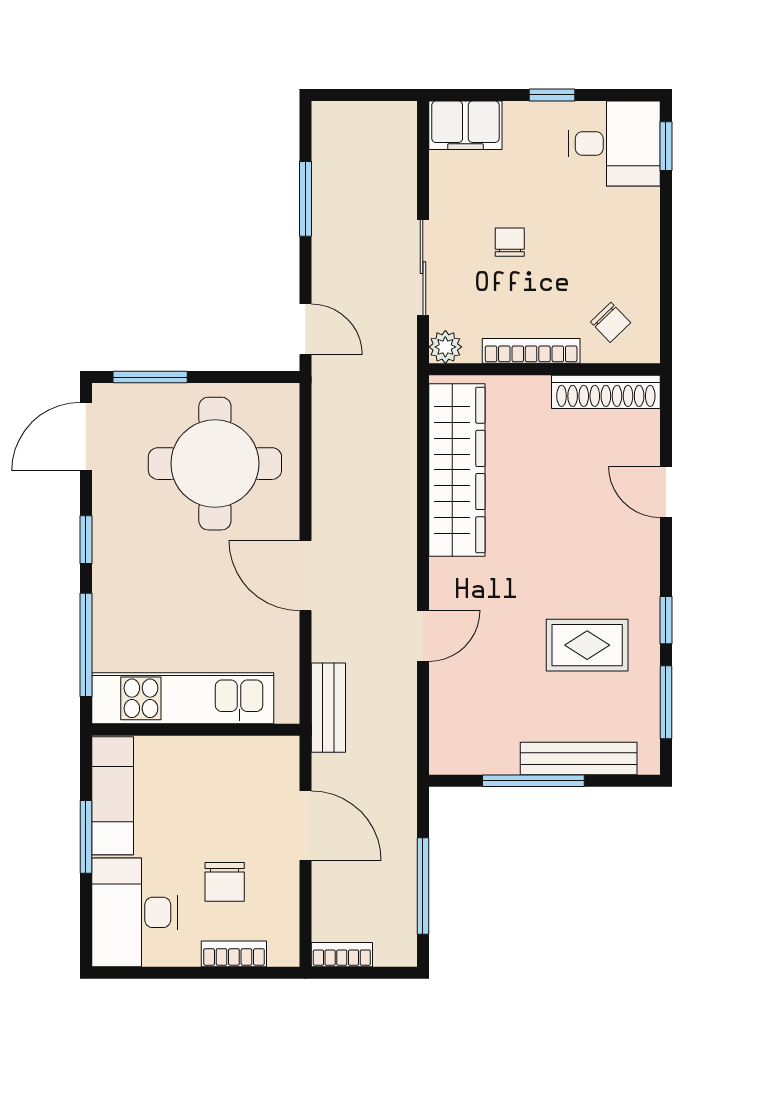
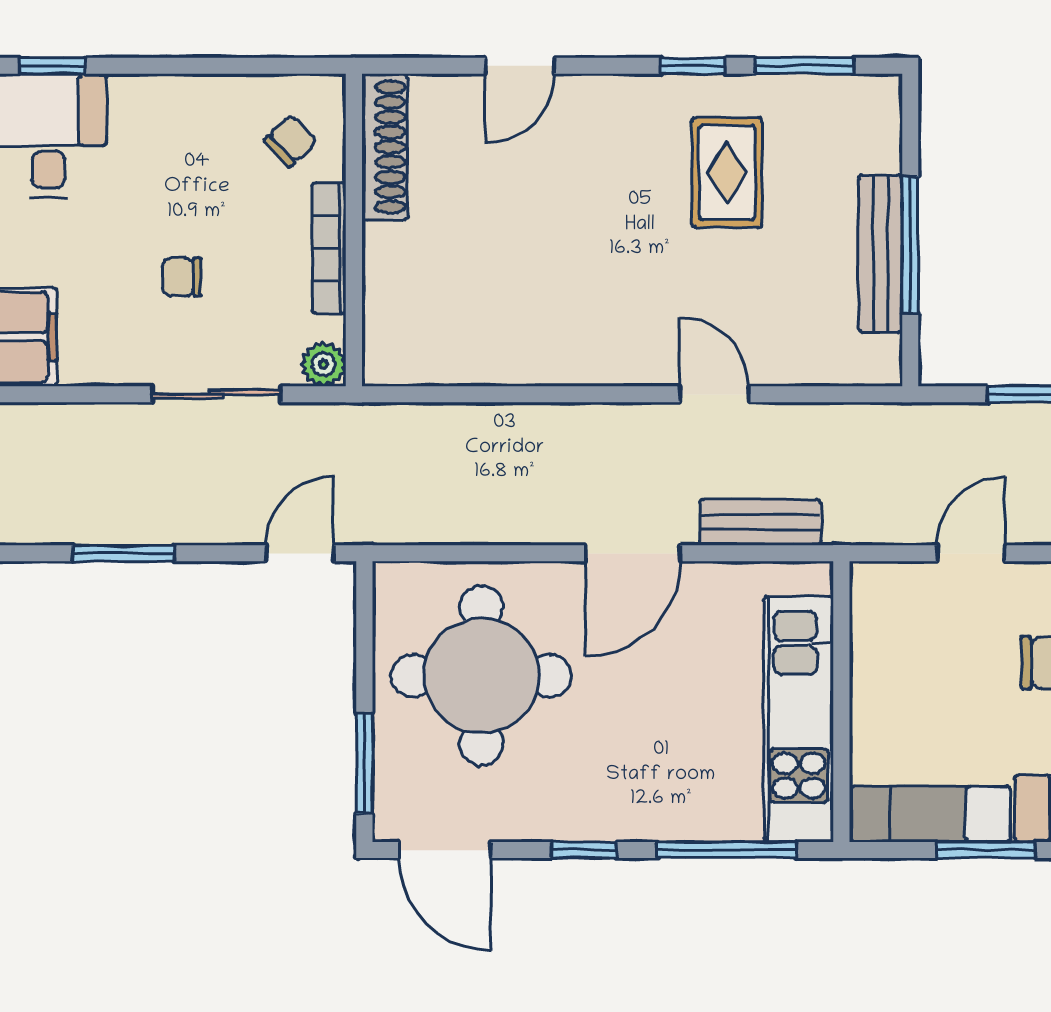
wardrobe: (457, 470) -> (490, 349), removed
bench: (328, 708) -> (760, 522), moved
bench: (579, 759) -> (880, 254), moved
door: (305, 826) -> (971, 553), width x0.73

